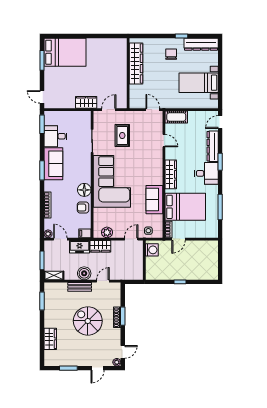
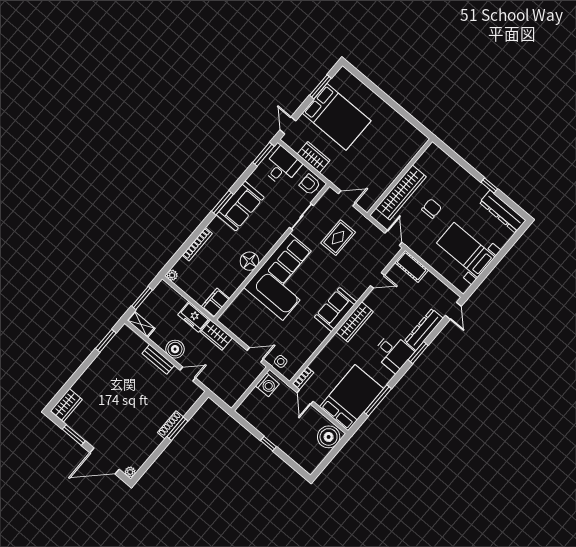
bed: (65, 52) -> (336, 117), moved
chair: (171, 54) -> (432, 209), moved
wardrobe: (136, 63) -> (401, 193), moved
wardrobe: (86, 102) -> (314, 157), moved
door: (220, 122) -> (453, 311), swing flipped
desk: (55, 136) -> (282, 166), moved, turned 90
door: (164, 141) -> (377, 280), hinge flipped
sofa: (154, 200) -> (336, 309), moved
bed: (185, 207) -> (352, 398), moved, turned -90
armchair: (83, 208) -> (310, 184), moved
plant: (107, 232) -> (236, 326), removed
filing cabinet: (85, 233) -> (215, 303), width x2.00
door: (60, 239) -> (180, 292), removed
door: (178, 239) -> (305, 397), hinge flipped
boiler: (210, 250) -> (329, 437), added
spiral stairs: (88, 321) -> (136, 403), removed
wardrobe: (50, 339) -> (66, 405), moved
door: (123, 352) -> (146, 466), removed
door: (97, 368) -> (104, 461), width x1.88

